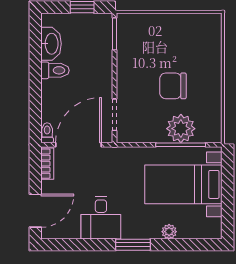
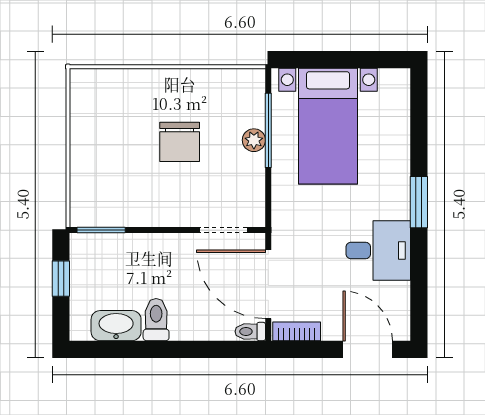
plant: (181, 129) -> (254, 140), width x0.53, depth x0.53
plant: (169, 232) -> (399, 148), removed

